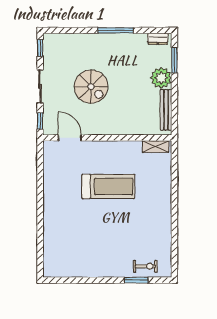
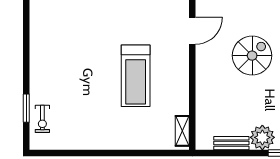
spiral stairs: (91, 87) -> (252, 56), turned 180
bench: (166, 110) -> (231, 143), width x0.73

